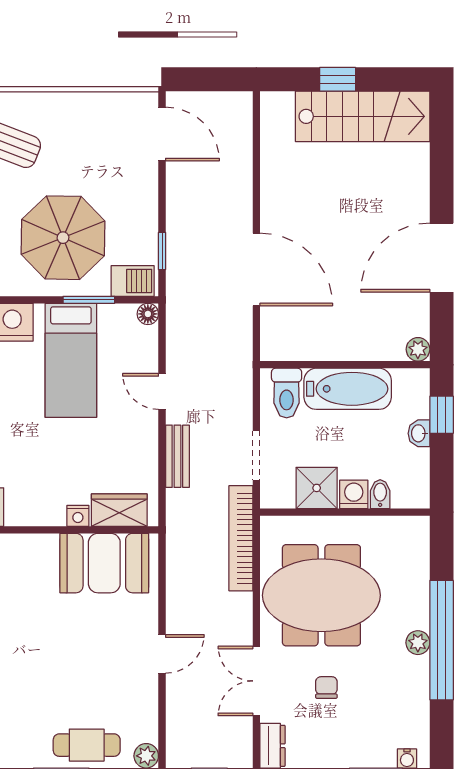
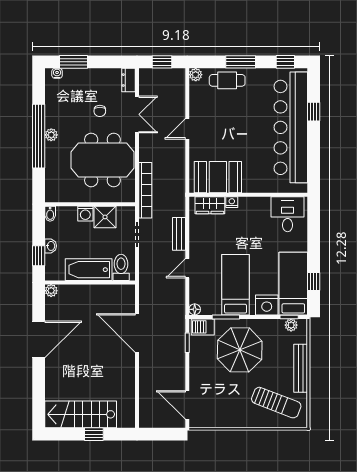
door: (162, 391) -> (187, 268), swing flipped
bidet: (380, 494) -> (50, 214), moved

